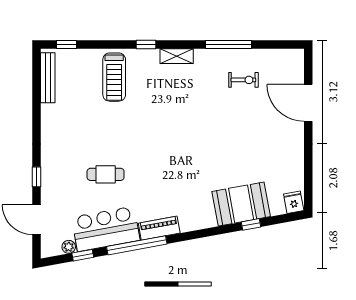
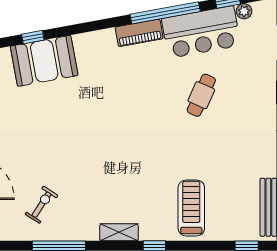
exercise bike: (243, 80) -> (41, 205), turned 123
cafe table: (106, 174) -> (201, 95), turned -66

